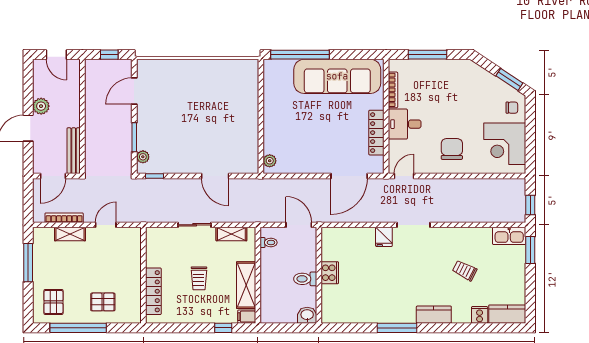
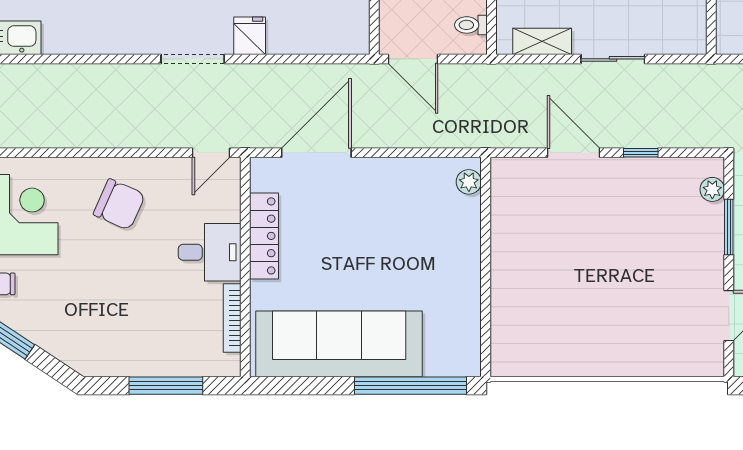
chair: (452, 149) -> (119, 204), turned -66
window: (155, 176) -> (641, 153), moved

